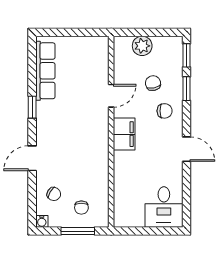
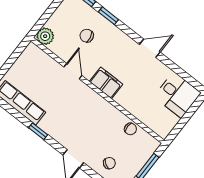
plant: (142, 46) -> (45, 36), moved
chair: (165, 111) -> (112, 43), removed
chair: (81, 208) -> (130, 129), moved

